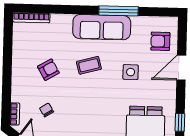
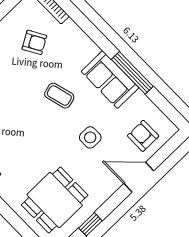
sofa: (102, 27) -> (110, 80), width x0.73
armchair: (48, 70) -> (34, 42), moved

